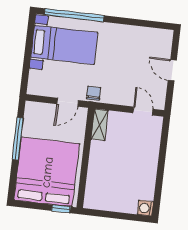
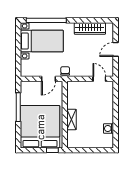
wardrobe: (138, 35) -> (90, 28), added
door: (172, 70) -> (116, 49), hinge flipped
shelving: (100, 125) -> (72, 120), moved
washing machine: (145, 208) -> (109, 129), moved

